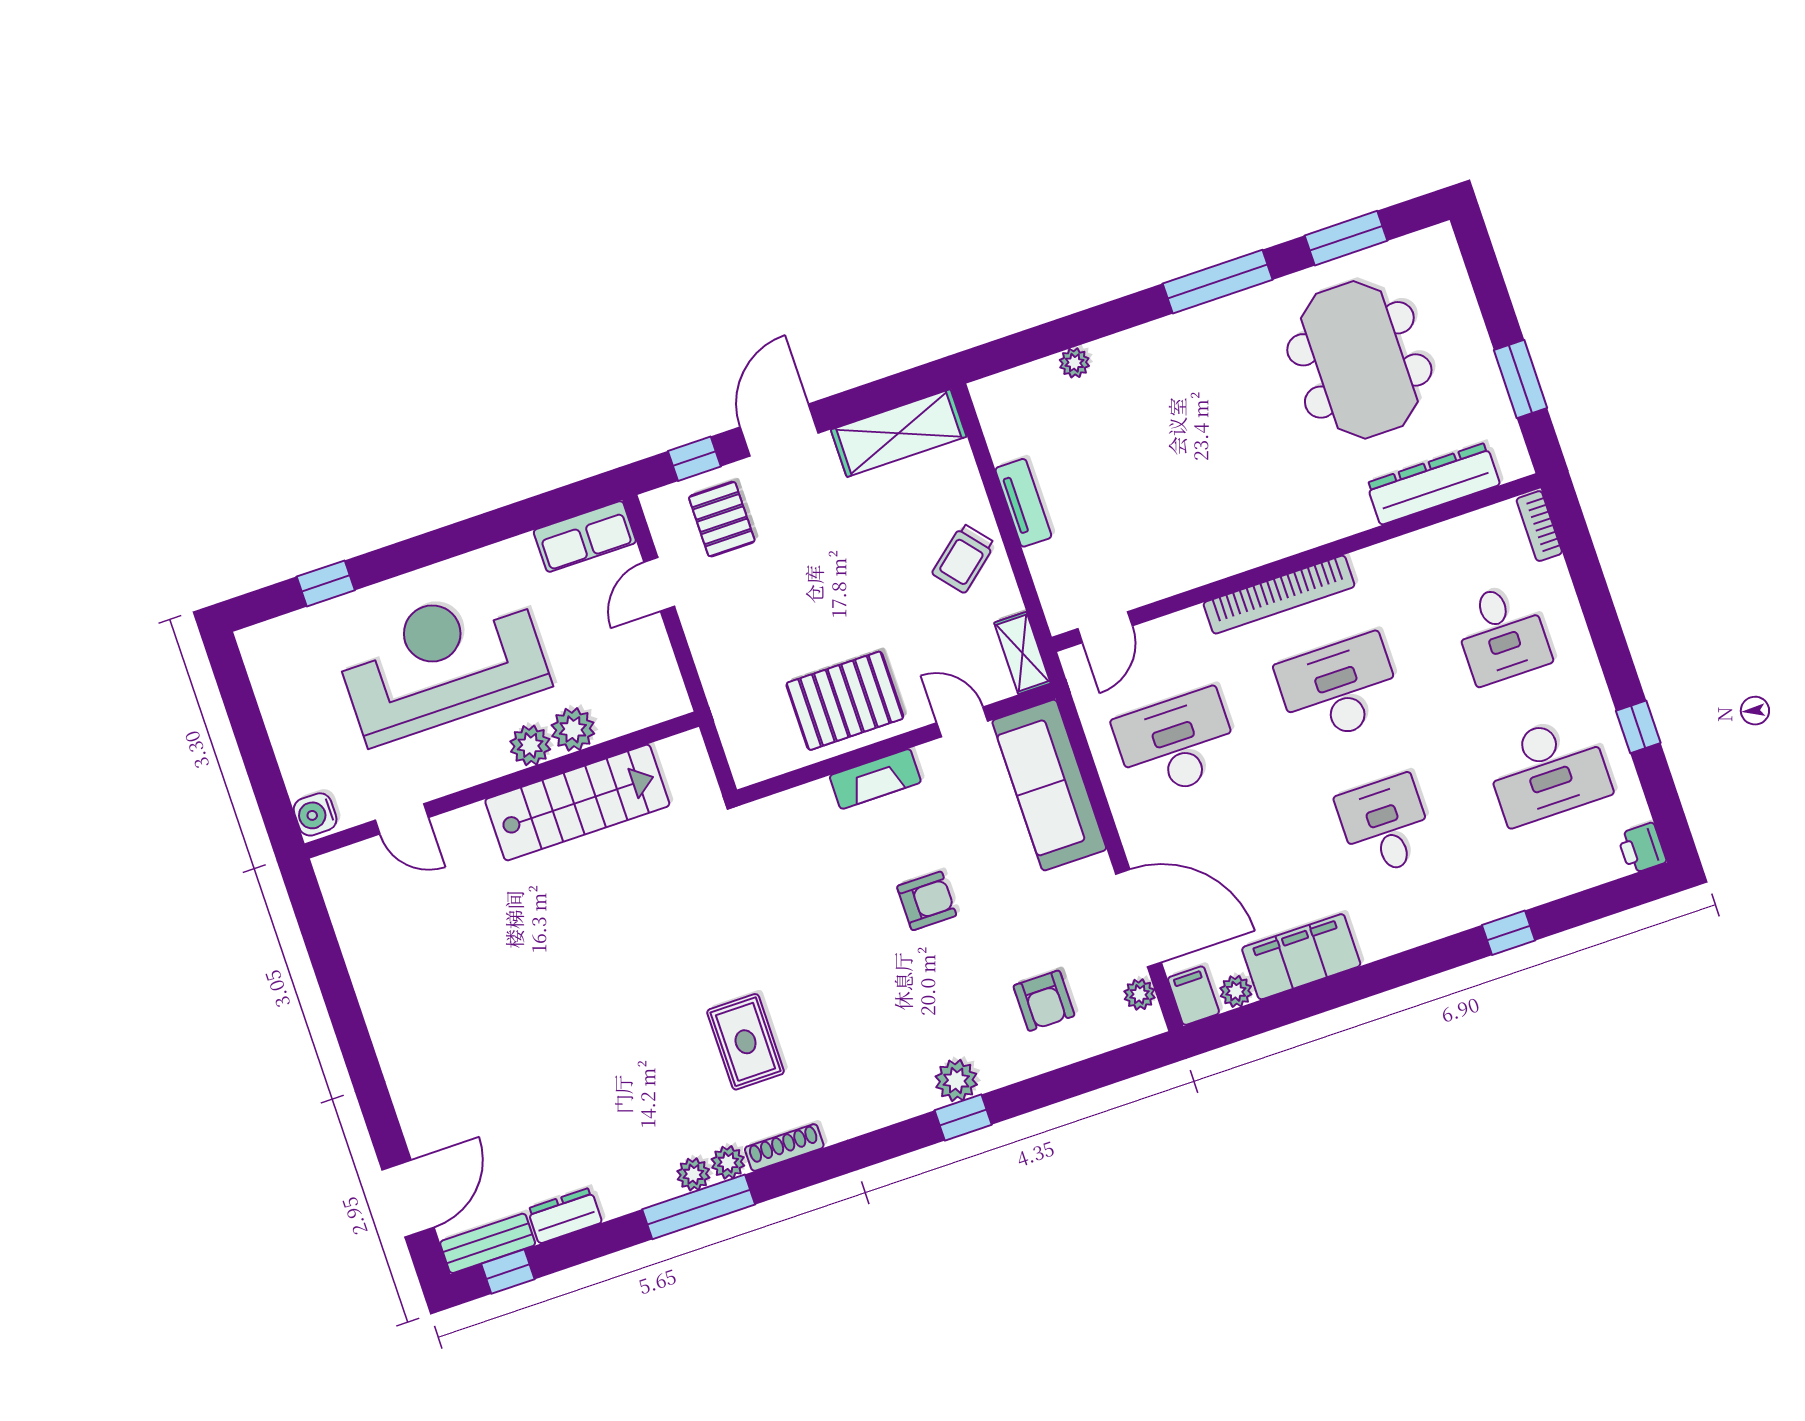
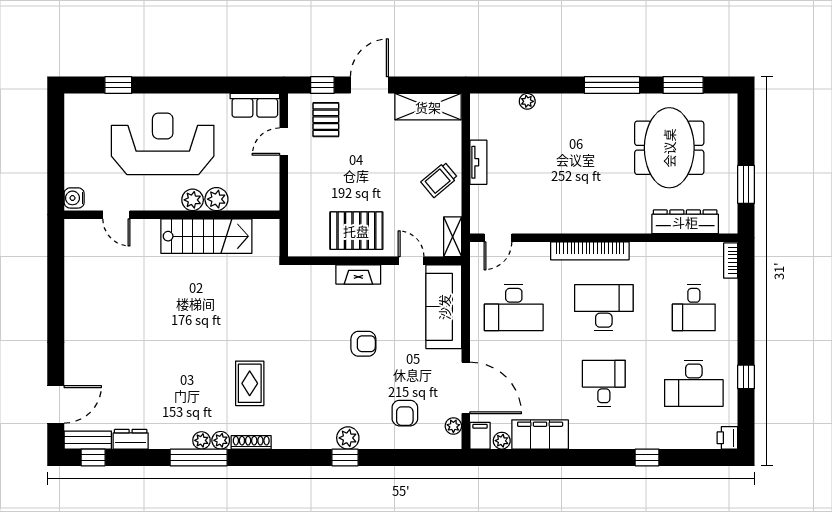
desk: (1176, 744) -> (514, 308), turned 180

